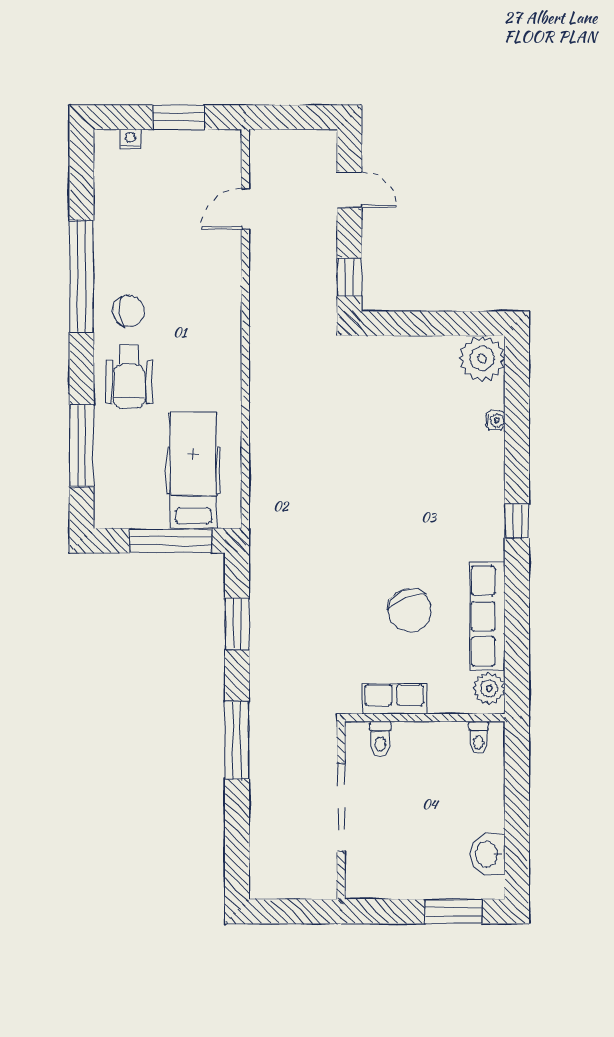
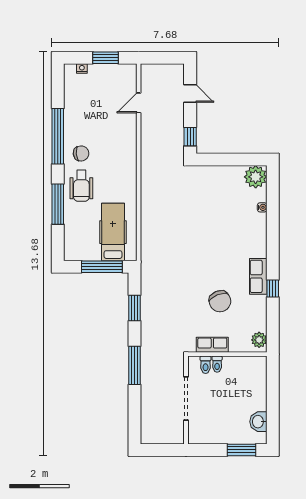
window: (81, 446) -> (58, 204), moved
window: (517, 521) -> (273, 289), moved
row of seats: (487, 616) -> (258, 276), moved, width x0.68
toilet: (479, 738) -> (217, 364), moved

